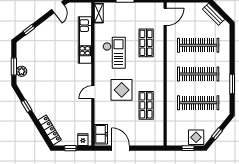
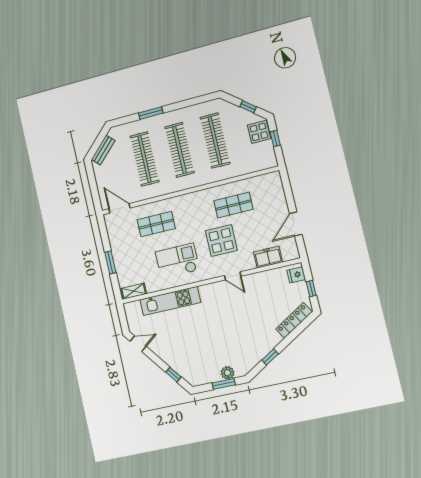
window: (232, 84) -> (151, 113), moved
freezer: (101, 134) -> (268, 257), moved

